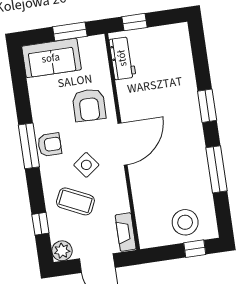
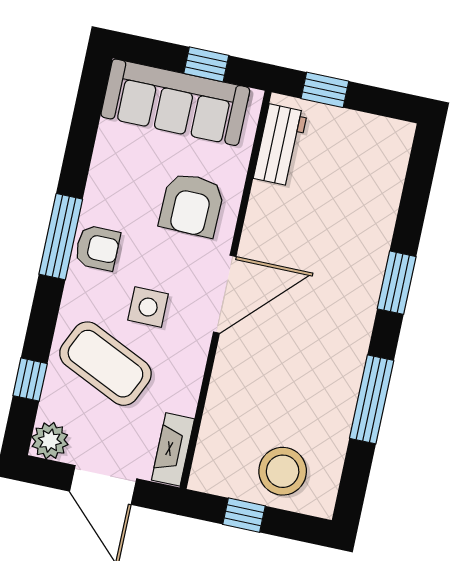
window: (70, 32) -> (206, 64), width x0.67
sofa: (51, 58) -> (175, 102), width x1.36
side table: (86, 165) -> (148, 307), turned 37
coffee table: (75, 201) -> (105, 364), width x1.36, depth x1.32
window: (195, 249) -> (244, 515), moved

